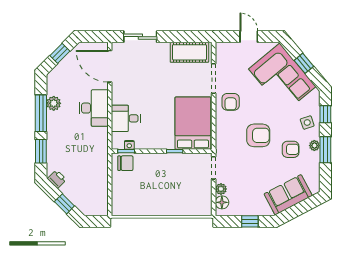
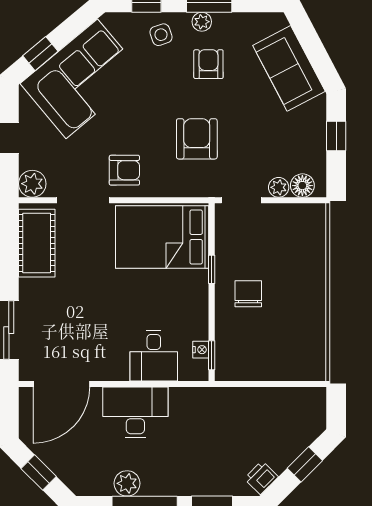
plant: (223, 50) -> (32, 184), added
window: (304, 63) -> (40, 54), moved
armchair: (258, 135) -> (197, 139), moved
chair: (125, 163) -> (248, 294), moved

